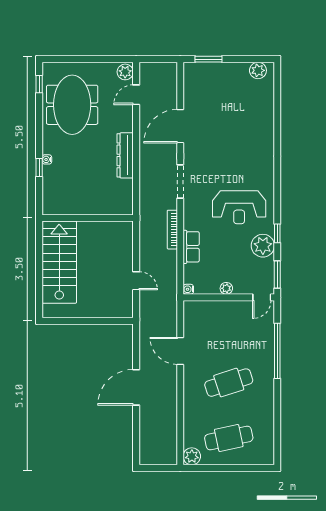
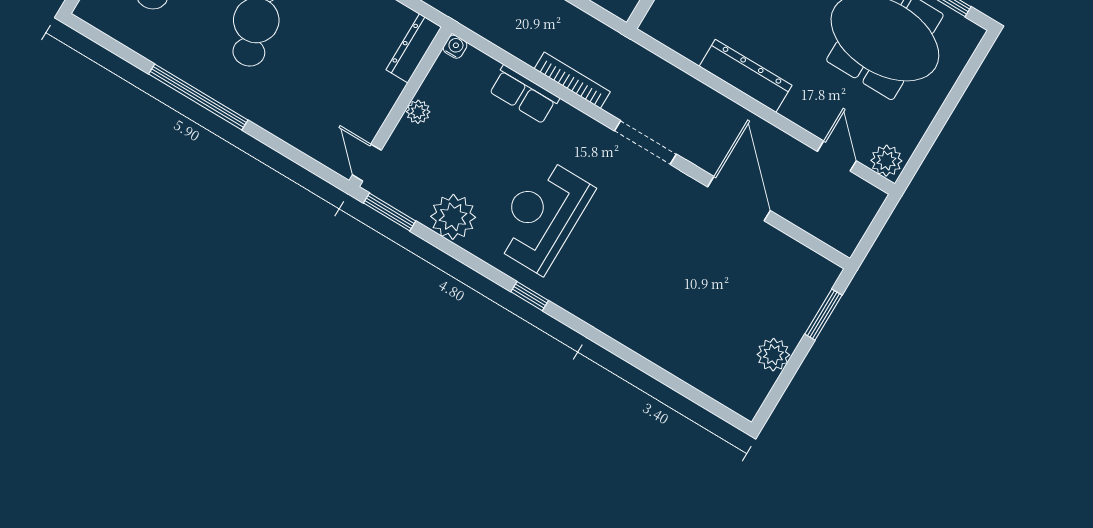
plant: (258, 70) -> (773, 355), moved
window: (277, 233) -> (530, 296), moved
dresser: (200, 307) -> (414, 48), added
window: (277, 351) -> (198, 97), moved

